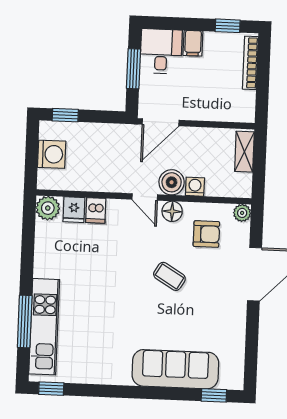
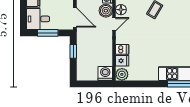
window: (65, 115) -> (73, 51), moved
washing machine: (52, 154) -> (105, 74), moved

